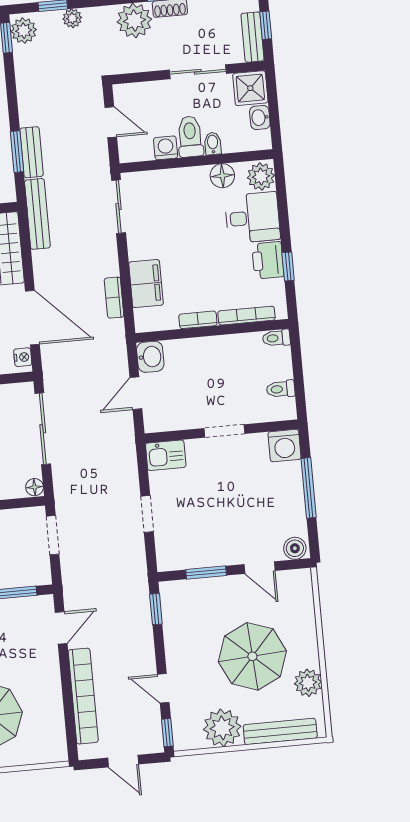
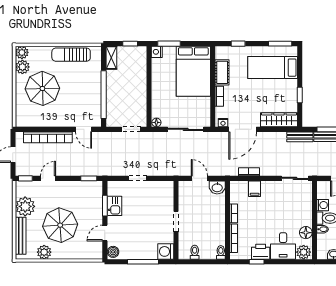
bench: (37, 214) -> (300, 137), width x0.73
filing cabinet: (146, 284) -> (255, 189), width x0.50
kitchen sink: (166, 455) -> (114, 206), moved, turned 180

